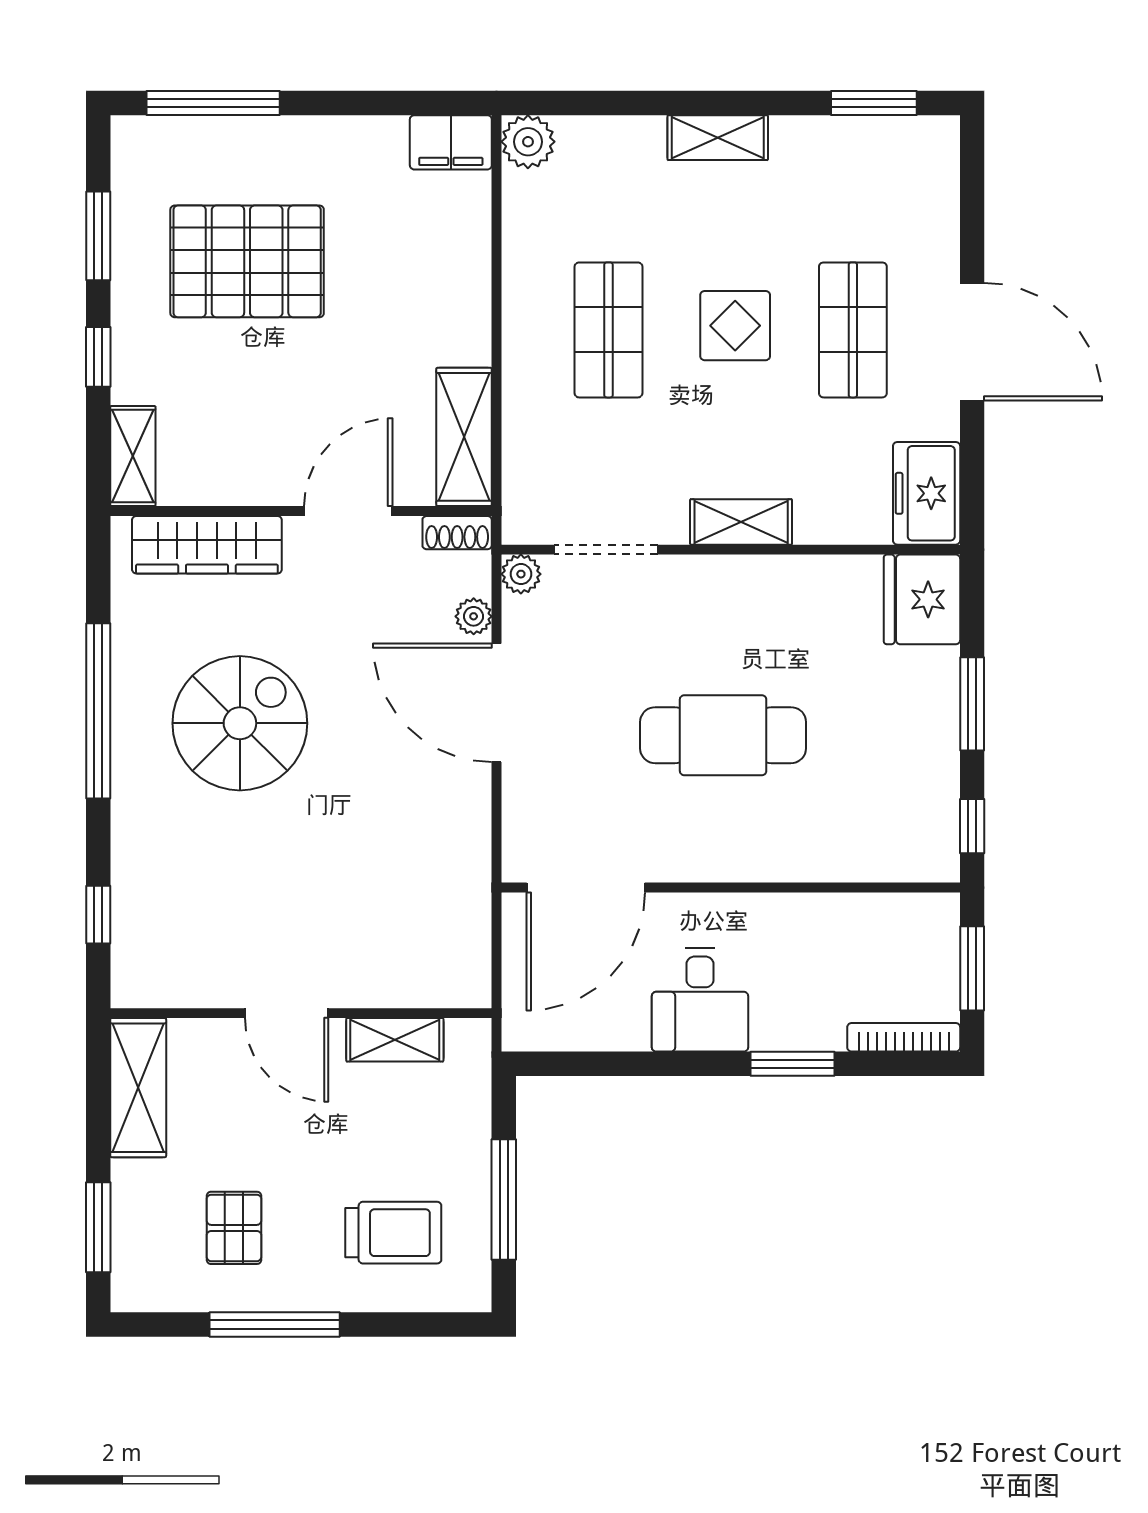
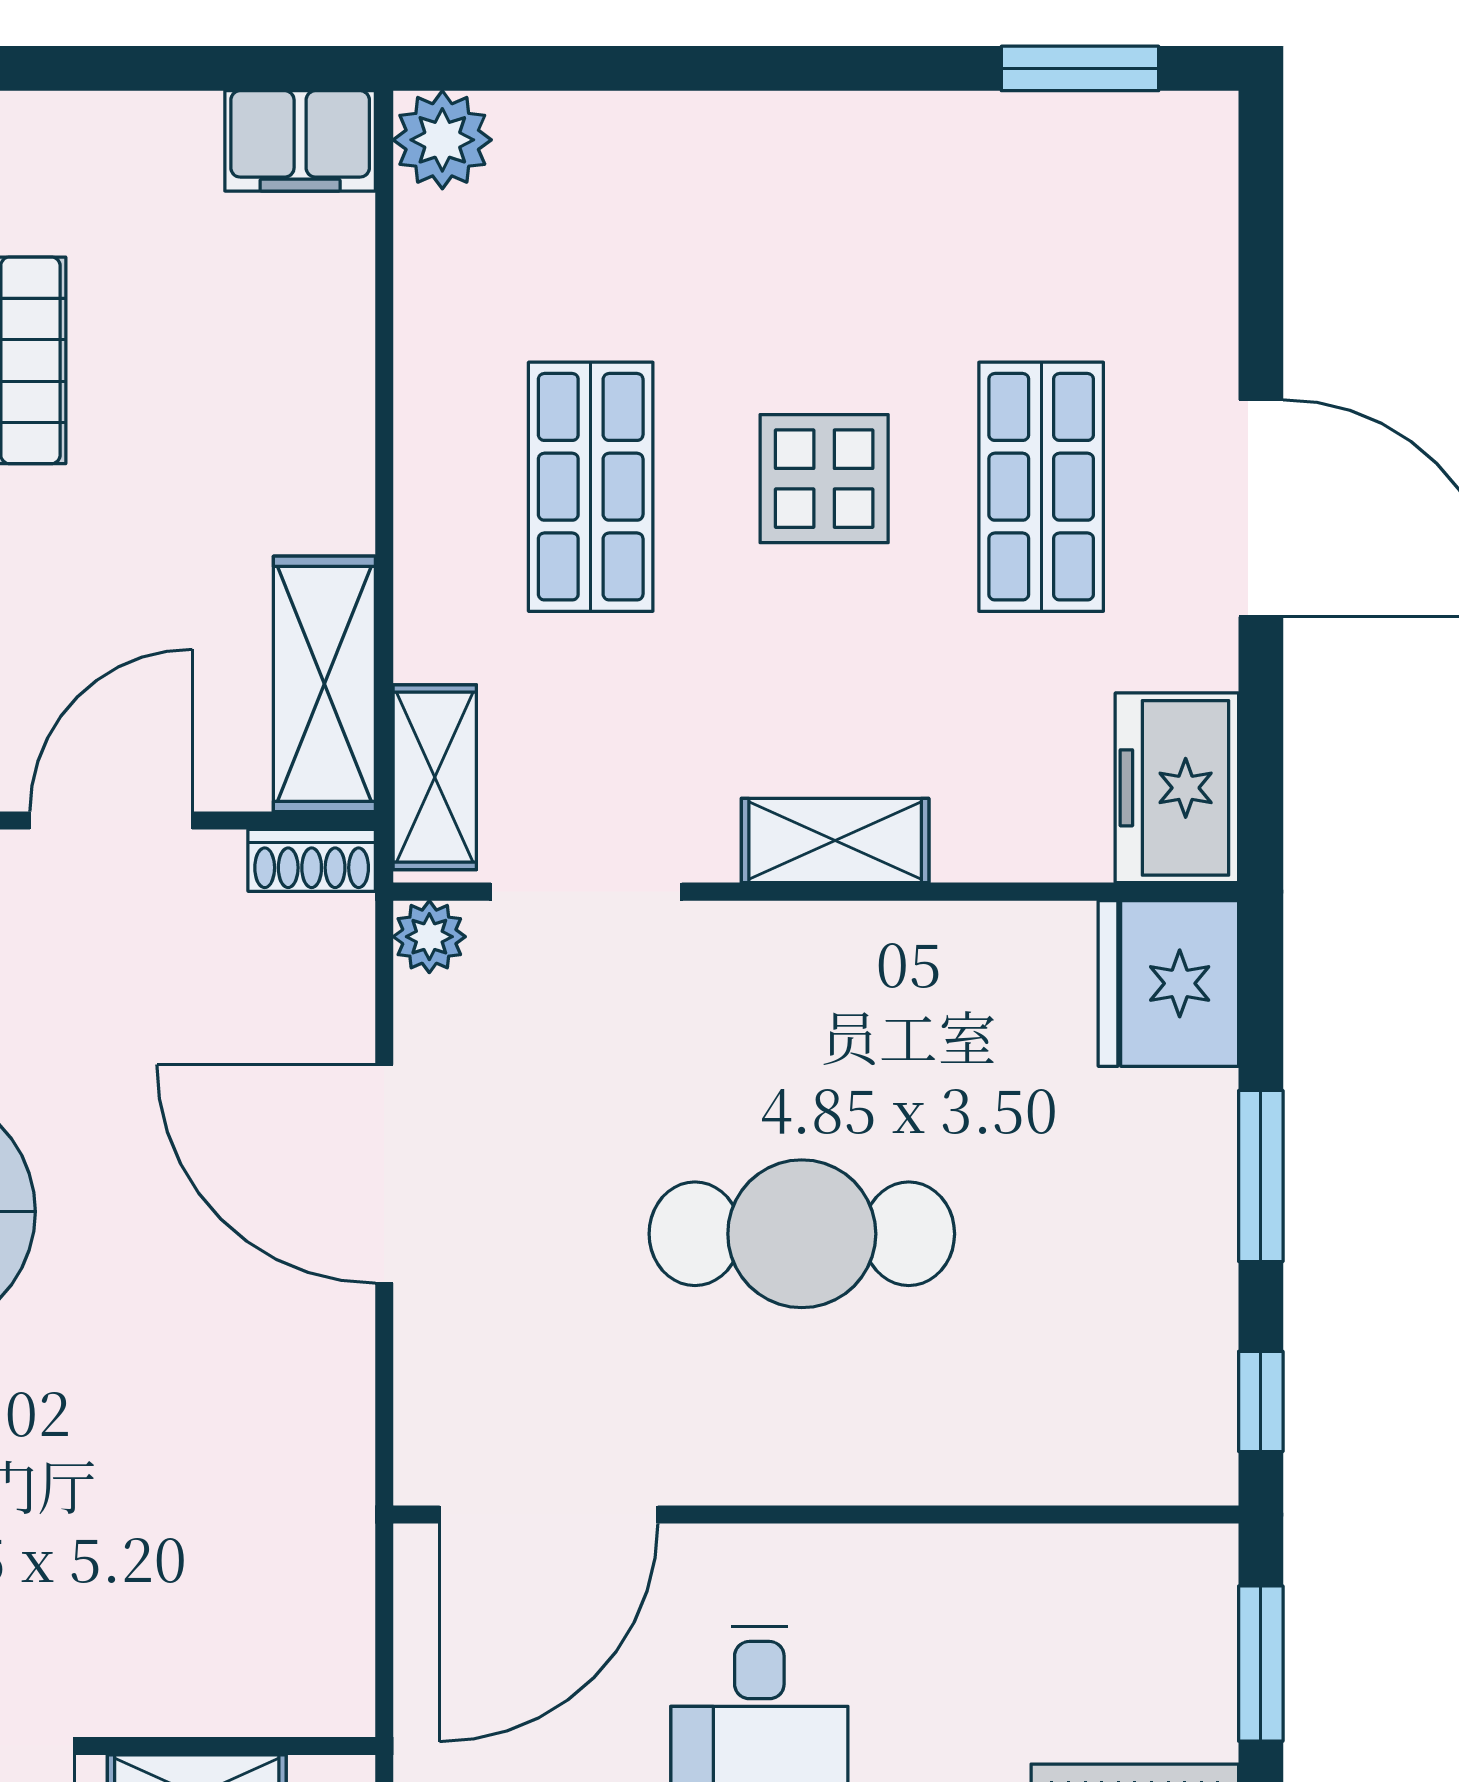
shelving: (718, 138) -> (435, 777), moved, turned 90
plant: (474, 616) -> (342, 1015), removed

